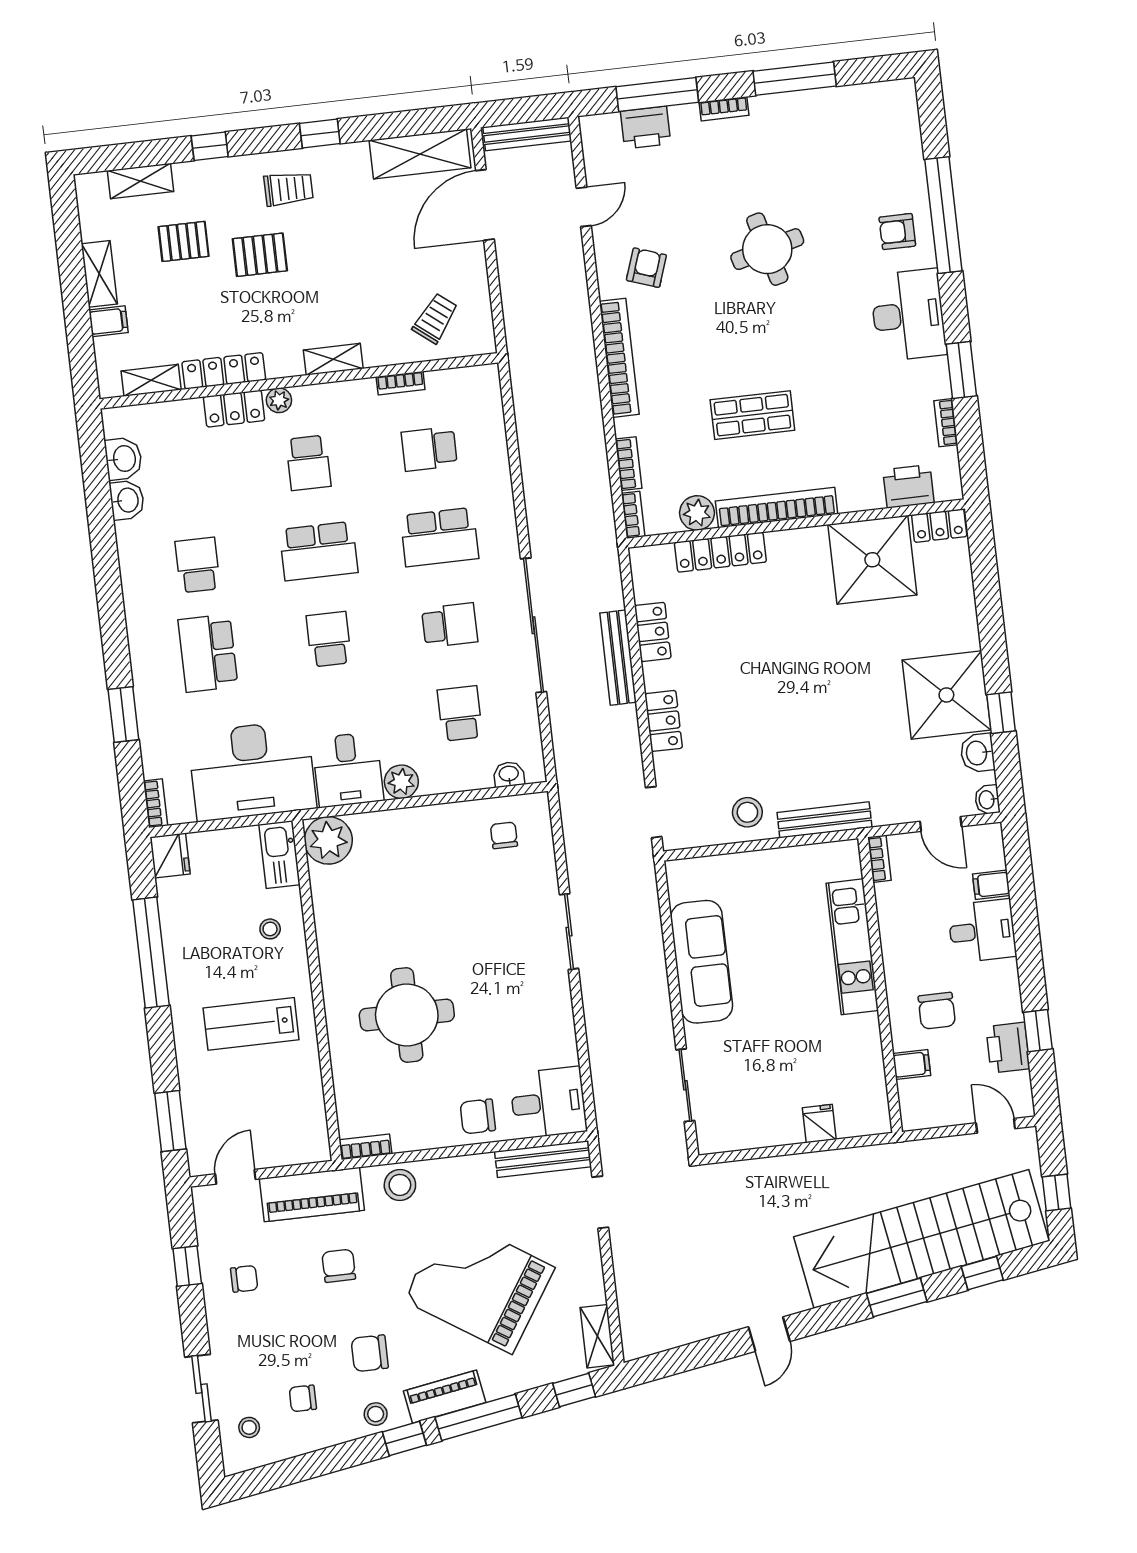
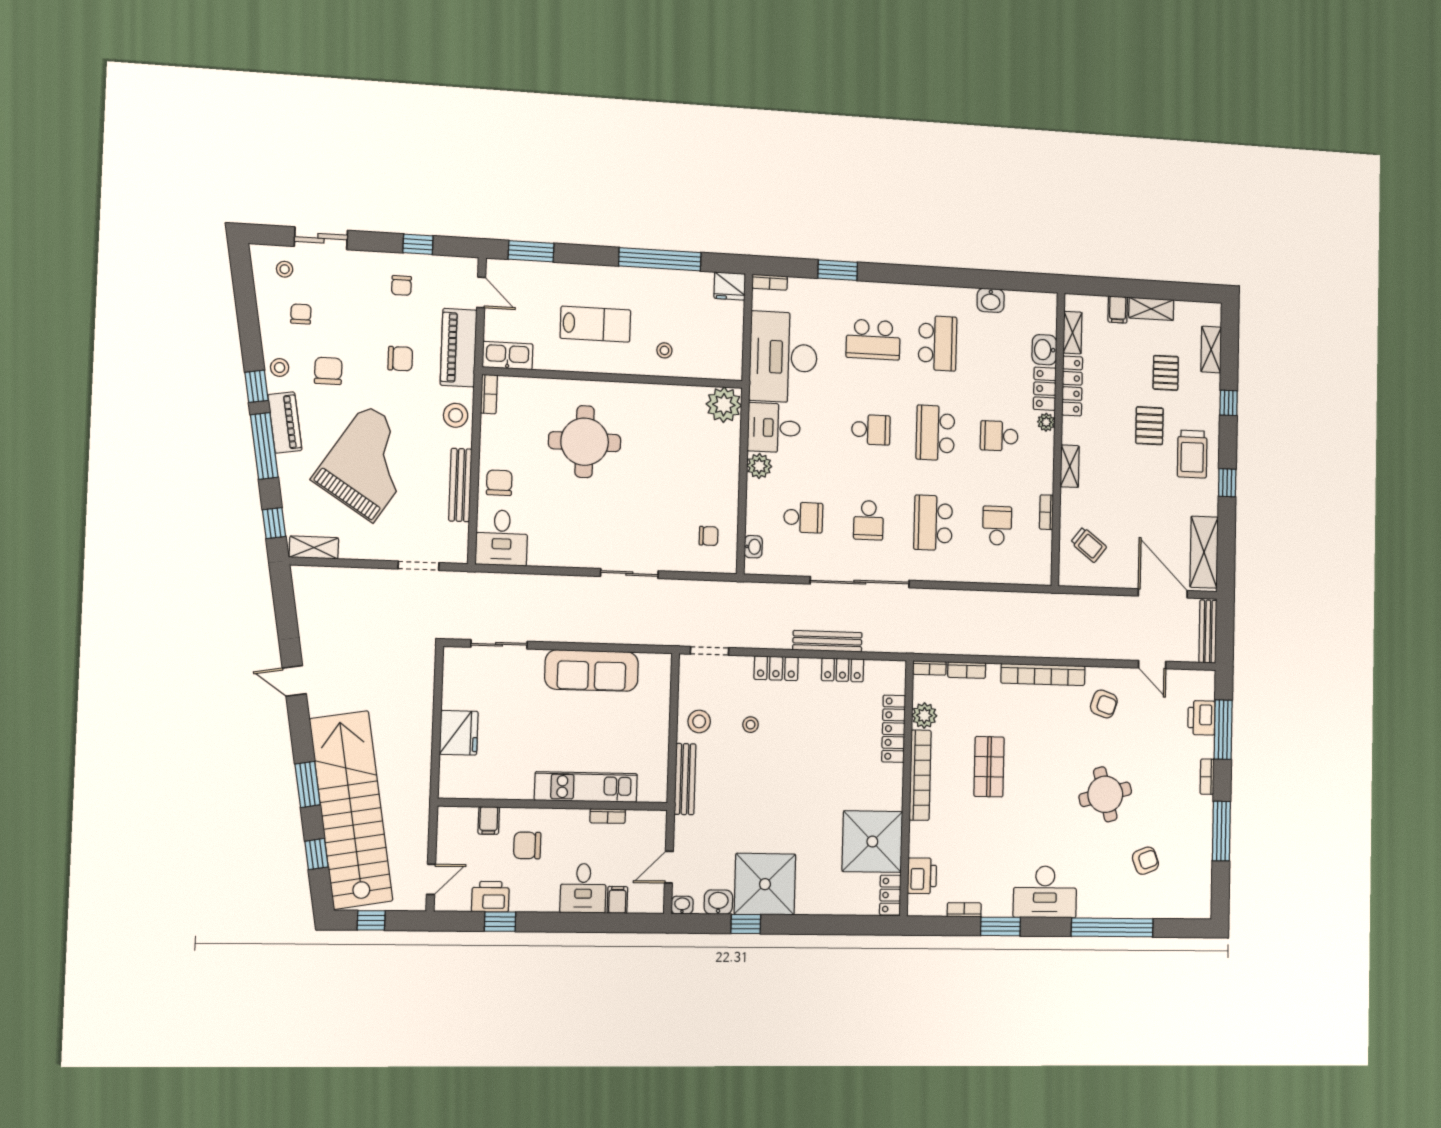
trolley: (289, 189) -> (1192, 454), width x1.36, depth x1.39
armchair: (897, 232) -> (1145, 861), moved, turned 69
washbasin: (123, 459) -> (1044, 350), moved, turned 90
school desk: (198, 565) -> (938, 343), width x1.85
school desk: (208, 653) -> (873, 340), turned 180
stool: (742, 744) -> (751, 725), added
kitchen sink: (280, 855) -> (508, 356), moved
bookcase: (879, 859) -> (608, 816), moved
lab bench: (251, 1024) -> (595, 324), turned 90
fridge: (819, 1124) -> (459, 733), width x1.88, depth x1.34
bench: (543, 1159) -> (460, 485), moved

